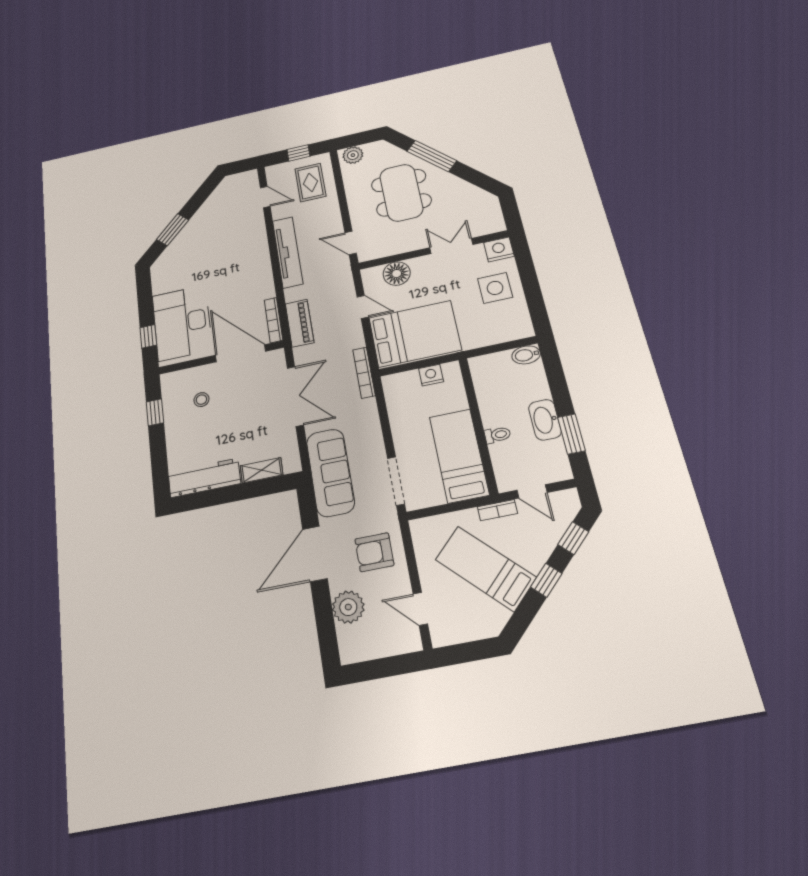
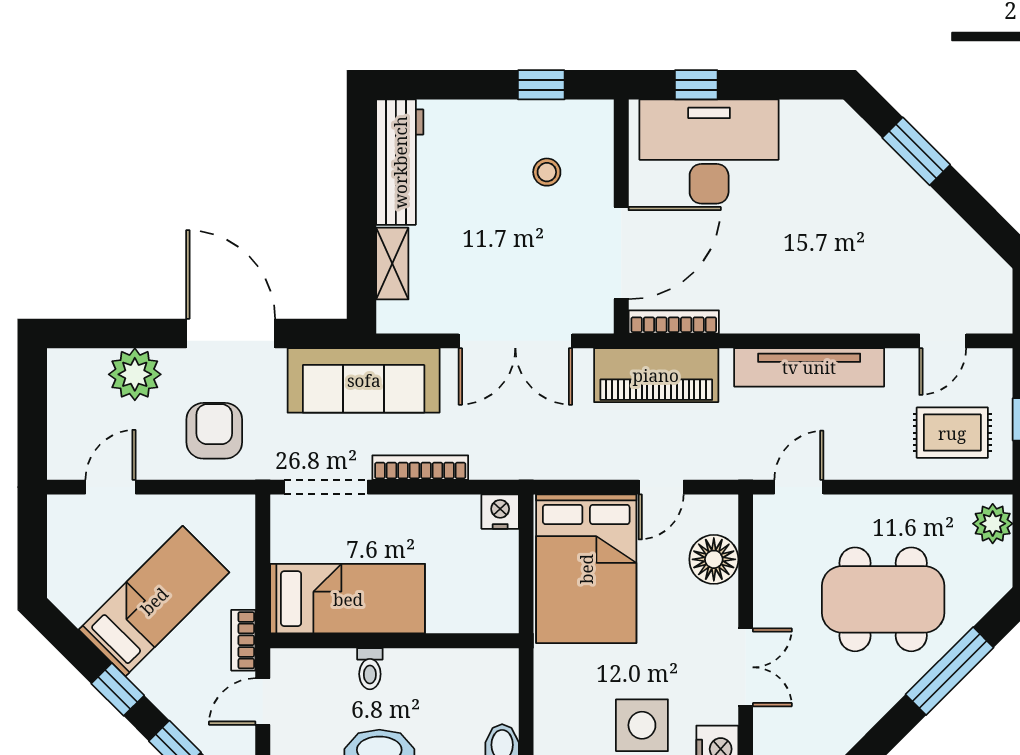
piano: (300, 323) -> (656, 375), width x1.37, depth x1.33
bookcase: (364, 373) -> (420, 468), moved
nightstand: (431, 375) -> (500, 512), moved, turned -90

